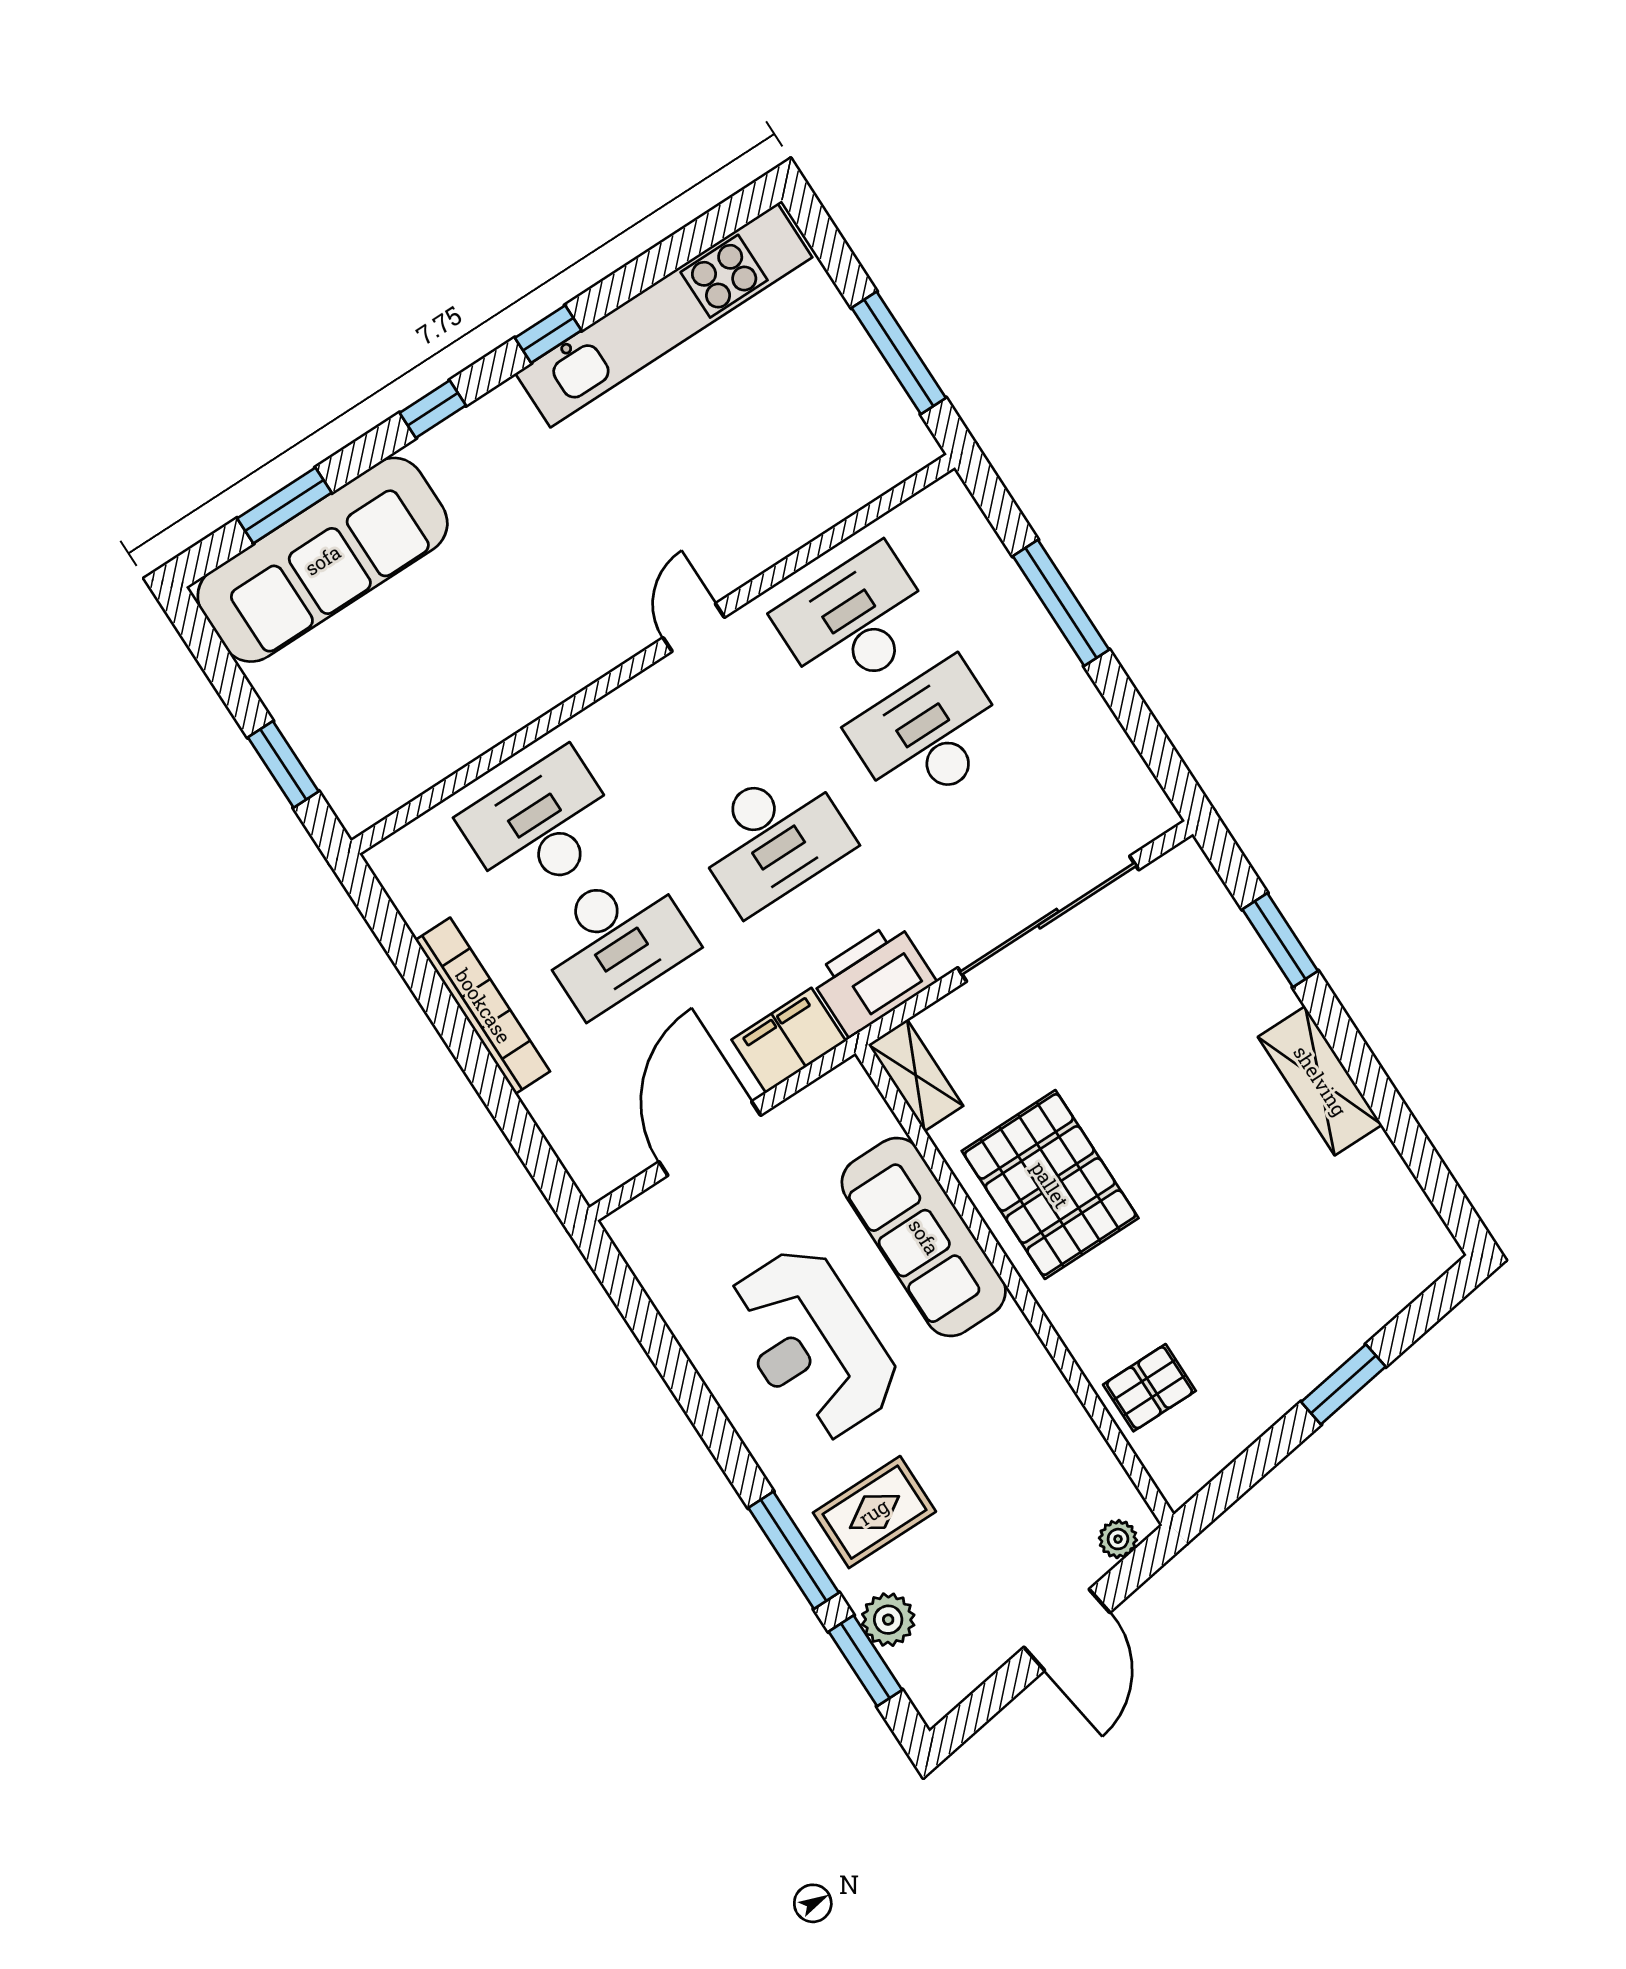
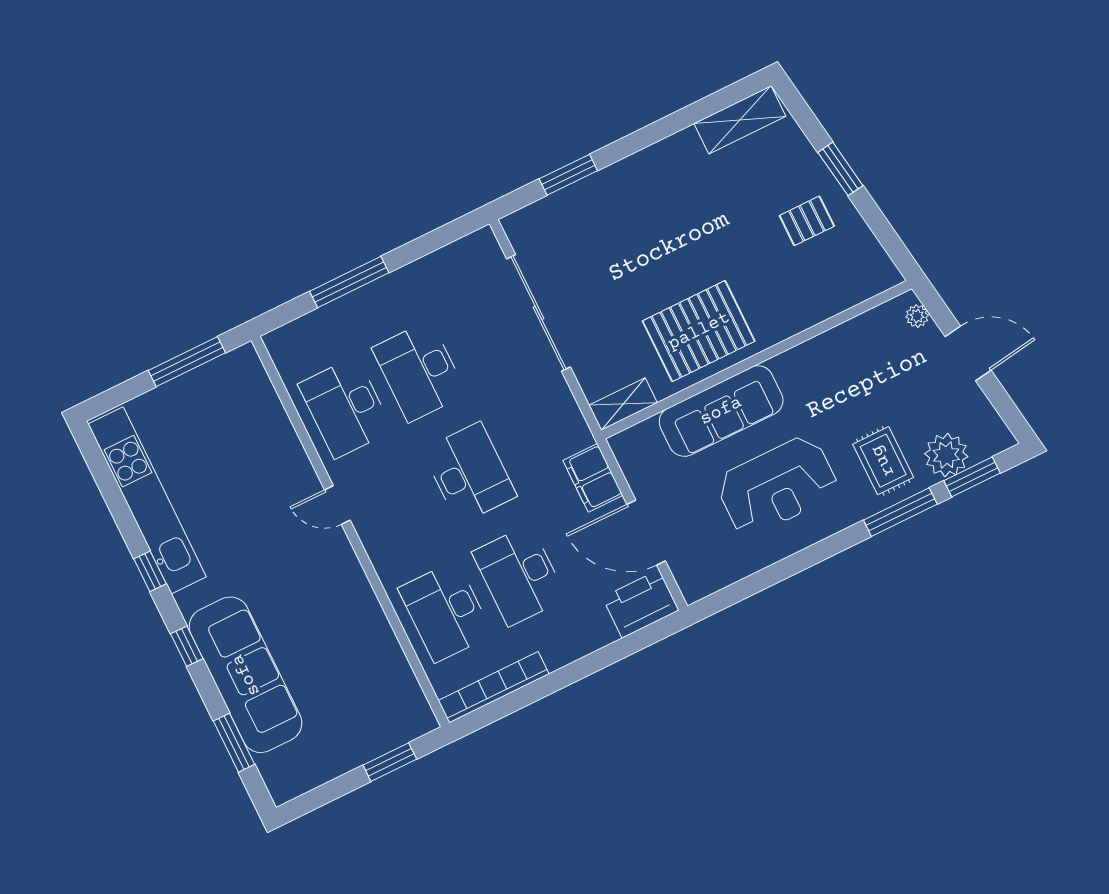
sofa: (323, 560) -> (246, 675), moved
desk: (615, 939) -> (519, 575), turned 180
printer: (873, 979) -> (641, 604), moved, turned 90
bookcase: (483, 1006) -> (494, 687), moved
shelving: (1320, 1081) -> (740, 120), moved
pallet: (1149, 1388) -> (807, 221), moved, turned 90
plant: (888, 1620) -> (946, 455), width x1.36, depth x1.36

